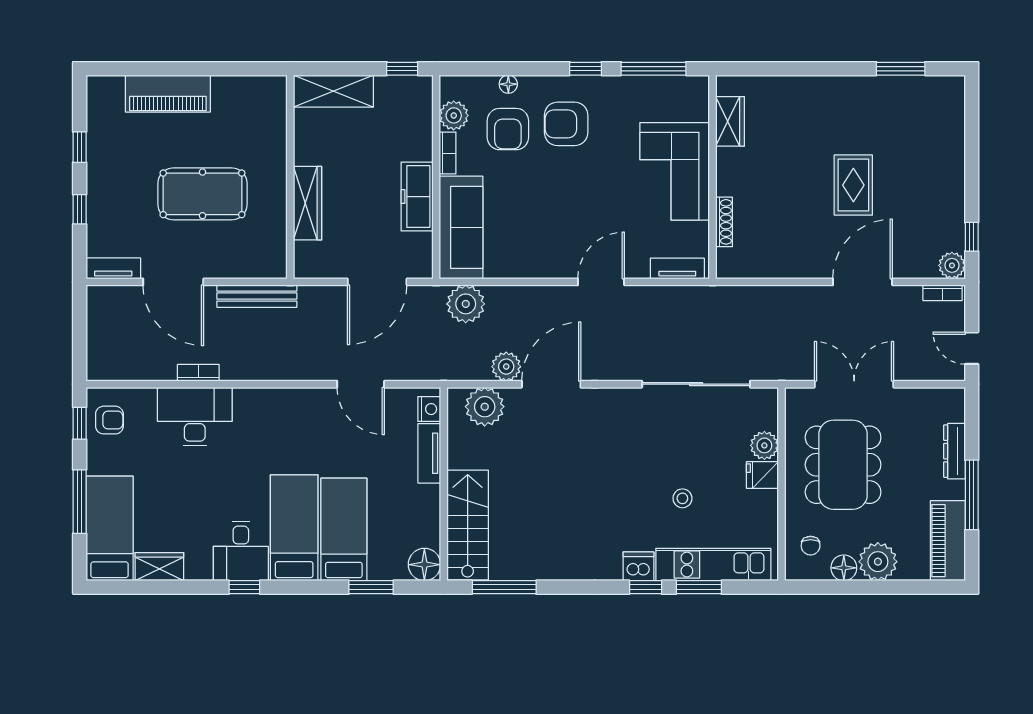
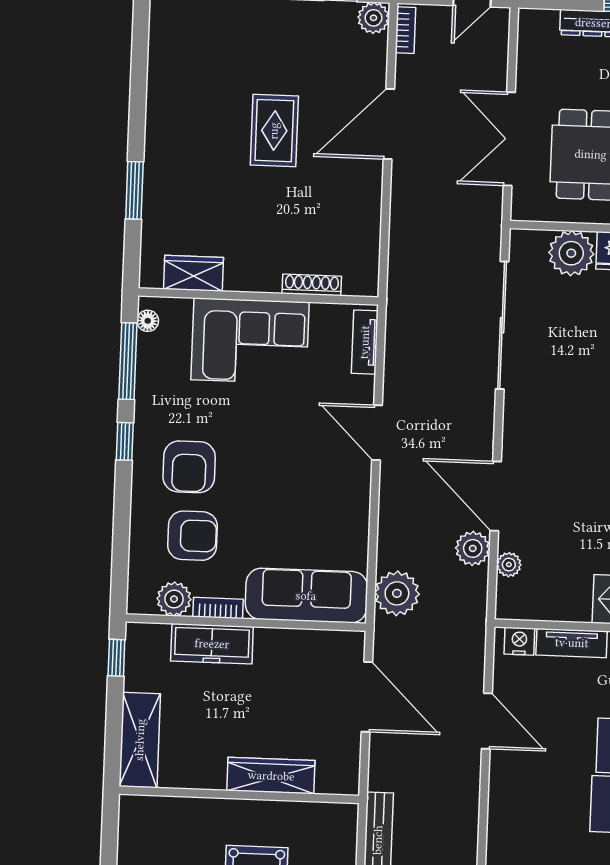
window: (901, 69) -> (134, 190), moved
floor lamp: (508, 84) -> (148, 321), moved
rug: (853, 185) -> (274, 131), turned 90
freezer: (417, 197) -> (212, 644), moved
door: (863, 282) -> (389, 124), hinge flipped
door: (361, 384) -> (487, 721), hinge flipped
plant: (485, 407) -> (509, 565), width x0.53, depth x0.53
plant: (764, 445) -> (571, 253), width x1.36, depth x1.36

